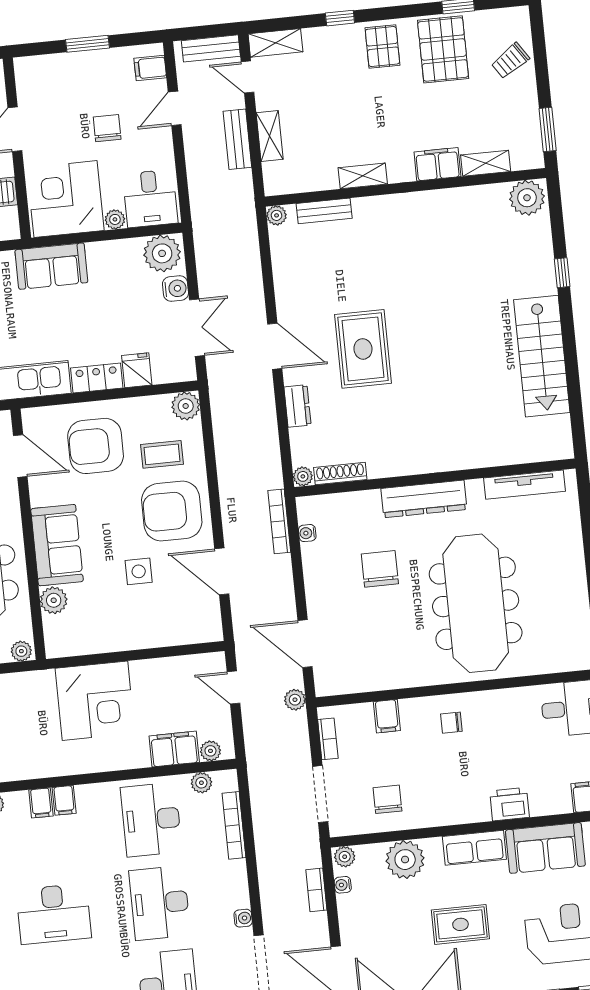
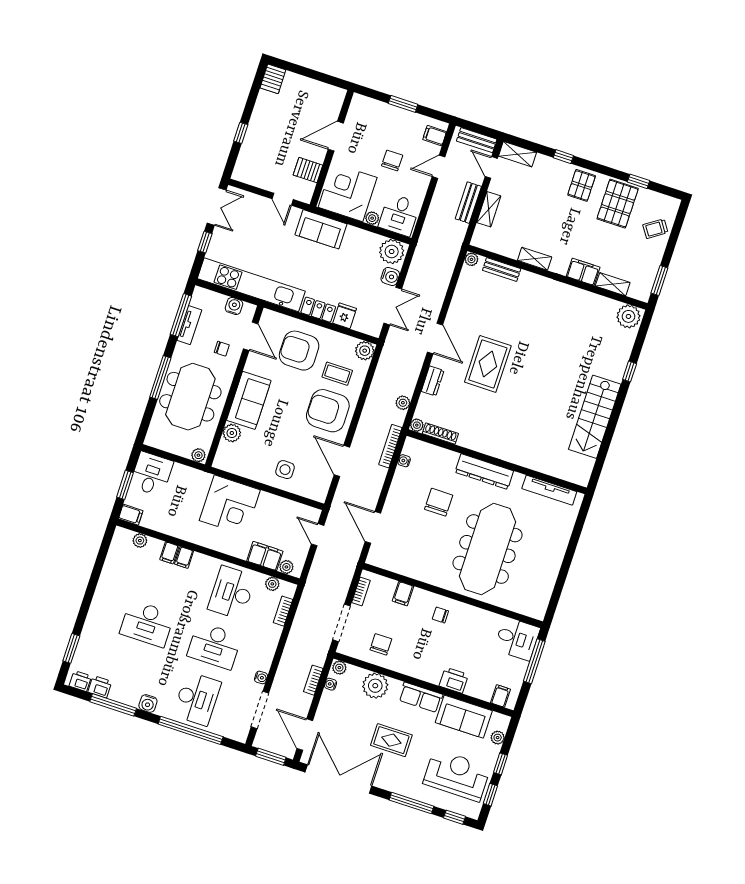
side table: (139, 571) -> (285, 470), moved
plant: (295, 700) -> (403, 403), moved
bookcase: (234, 825) -> (283, 611), width x0.64
desk: (160, 903) -> (214, 646), turned -90

